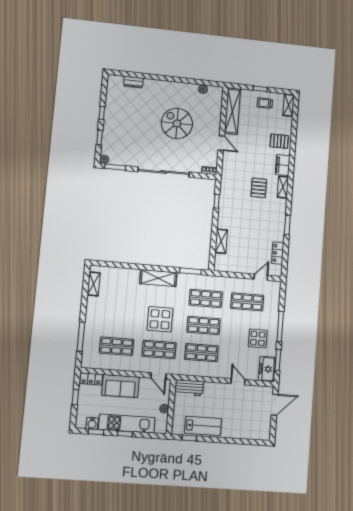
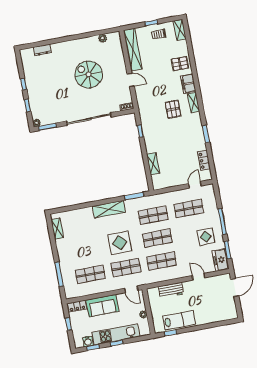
workbench: (189, 388) -> (171, 290), moved

